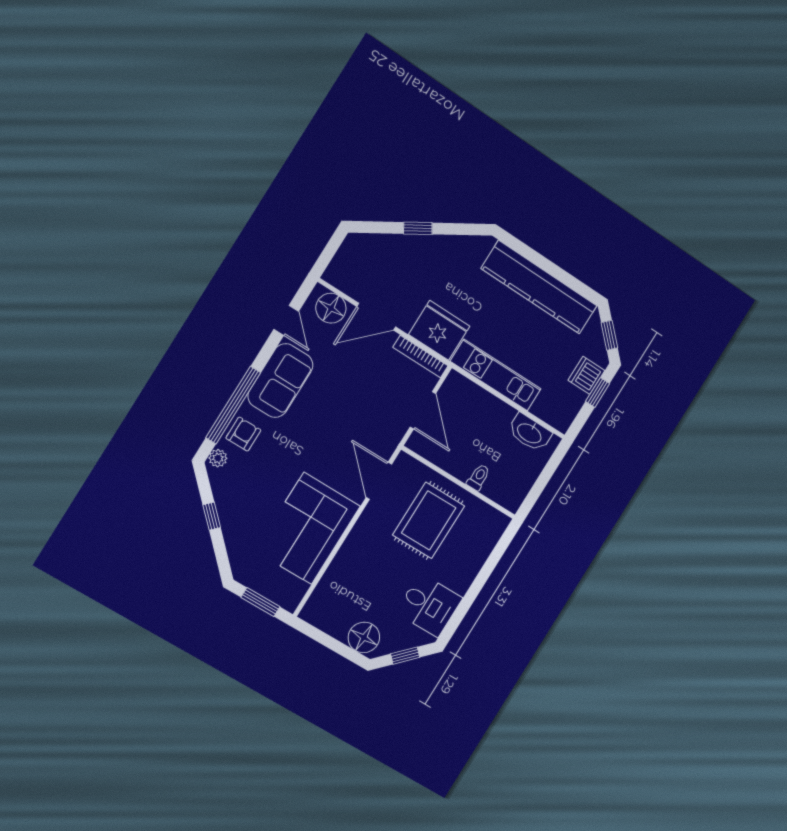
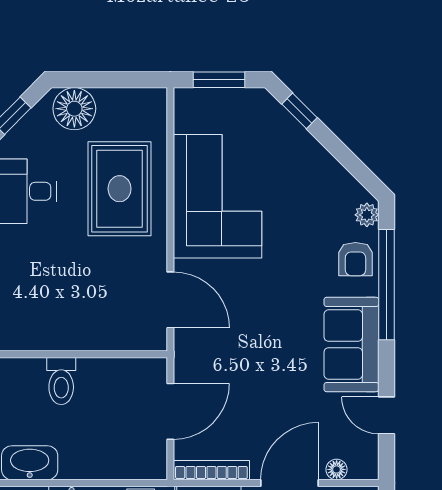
floor lamp: (331, 308) -> (337, 469), width x0.53, depth x0.53
door: (423, 410) -> (170, 411), swing flipped
toilet: (478, 477) -> (61, 381), width x1.37, depth x1.39
window: (212, 516) -> (299, 111), moved
rug: (429, 520) -> (120, 189), moved

